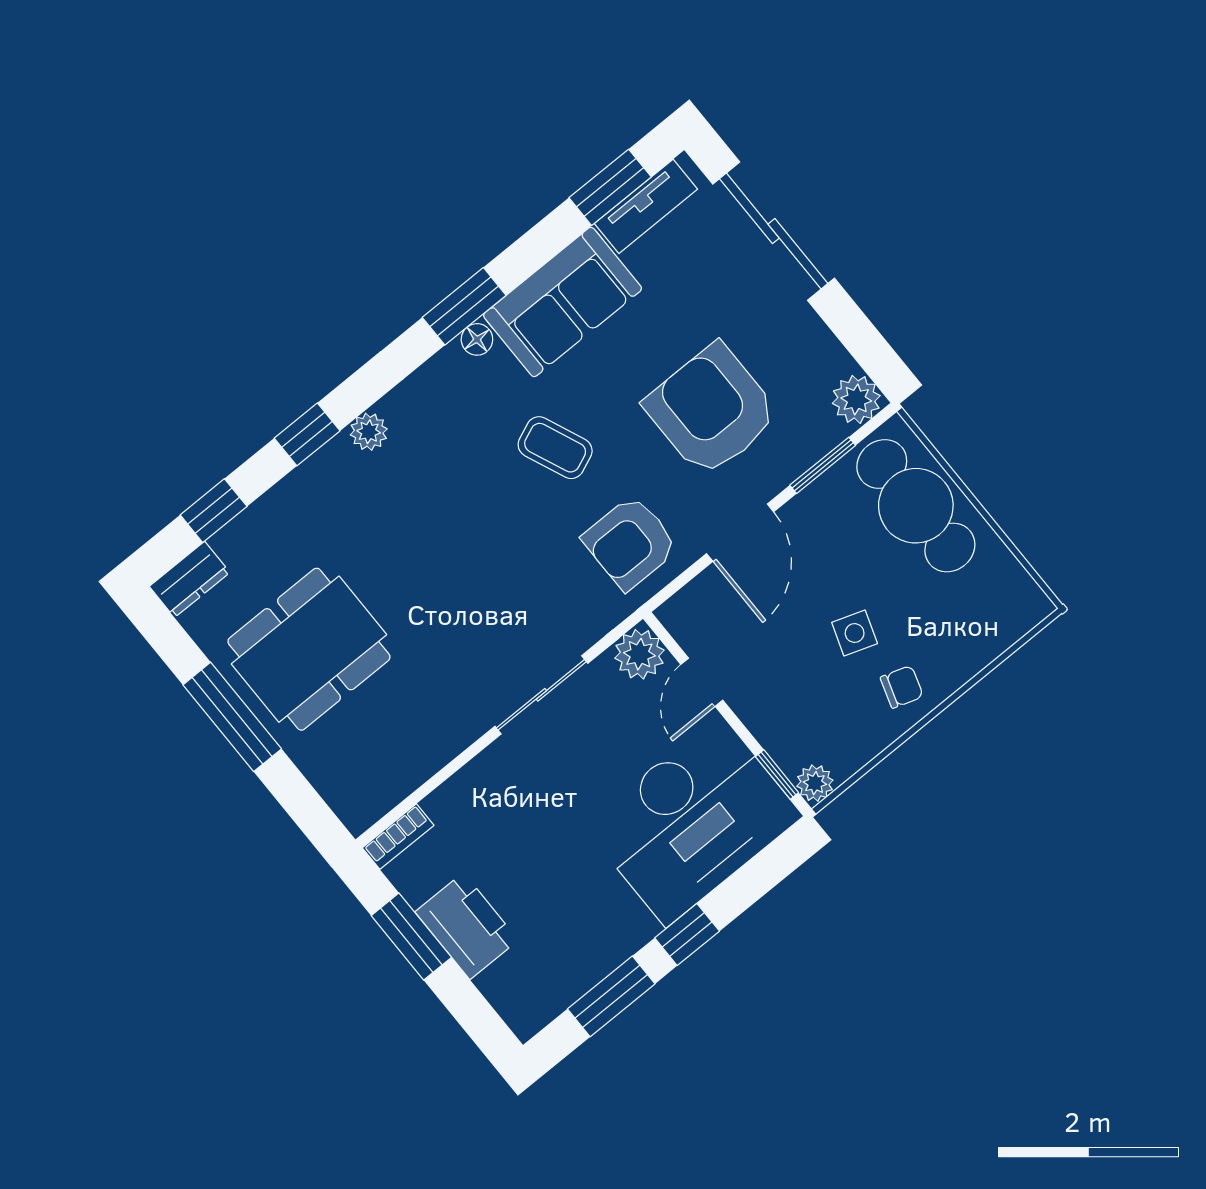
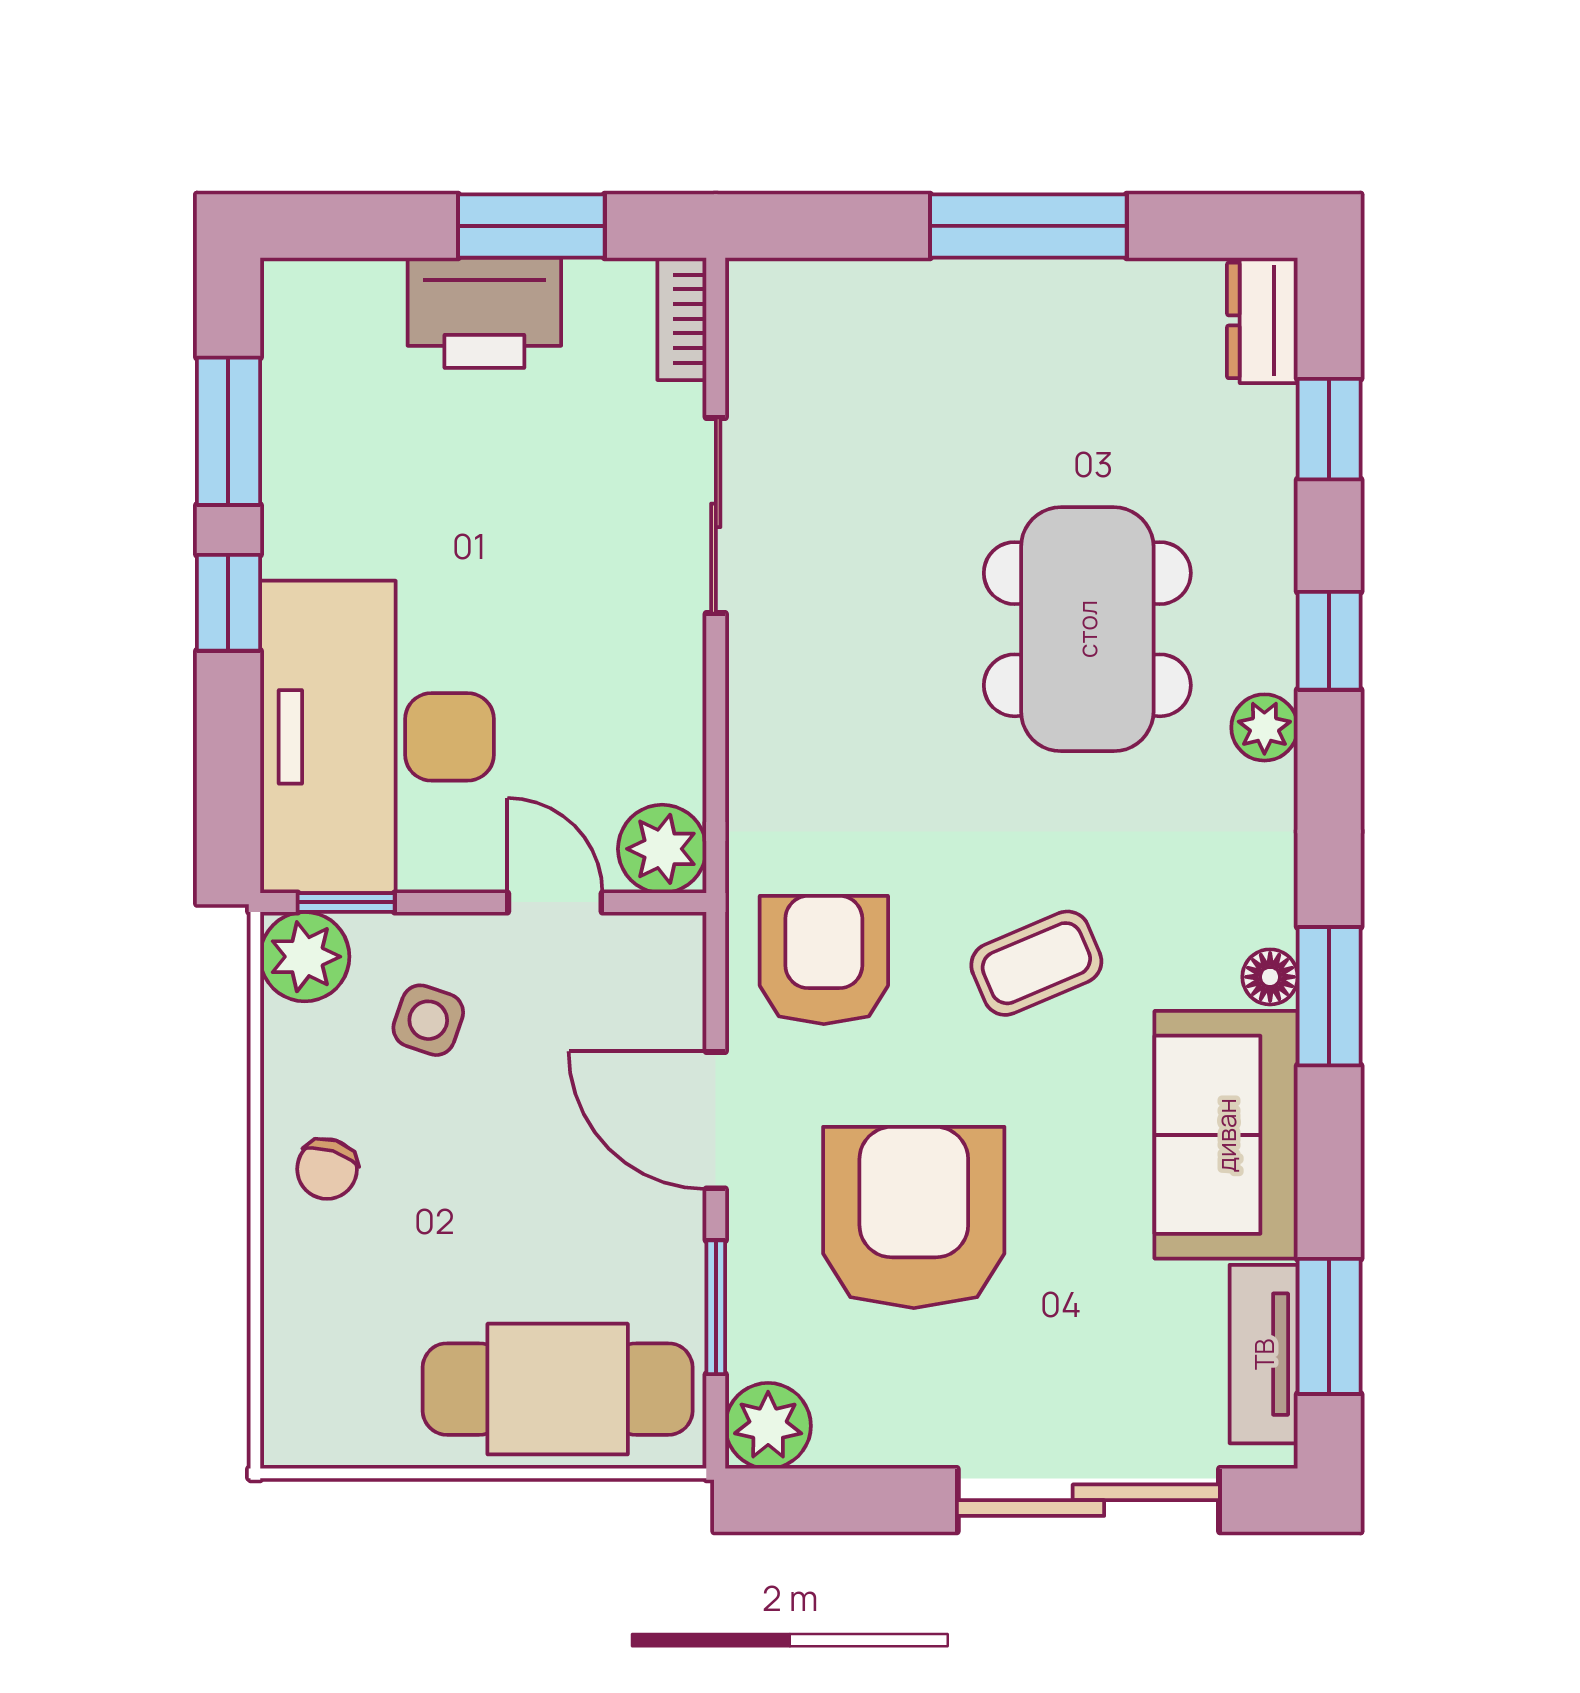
armchair: (712, 410) -> (914, 1217), turned -90
side table: (855, 633) -> (428, 1020), moved
dining table: (309, 649) -> (1087, 629), moved
sliding door: (541, 695) -> (716, 515), moved
plant: (815, 783) -> (305, 957), width x1.38, depth x1.38

